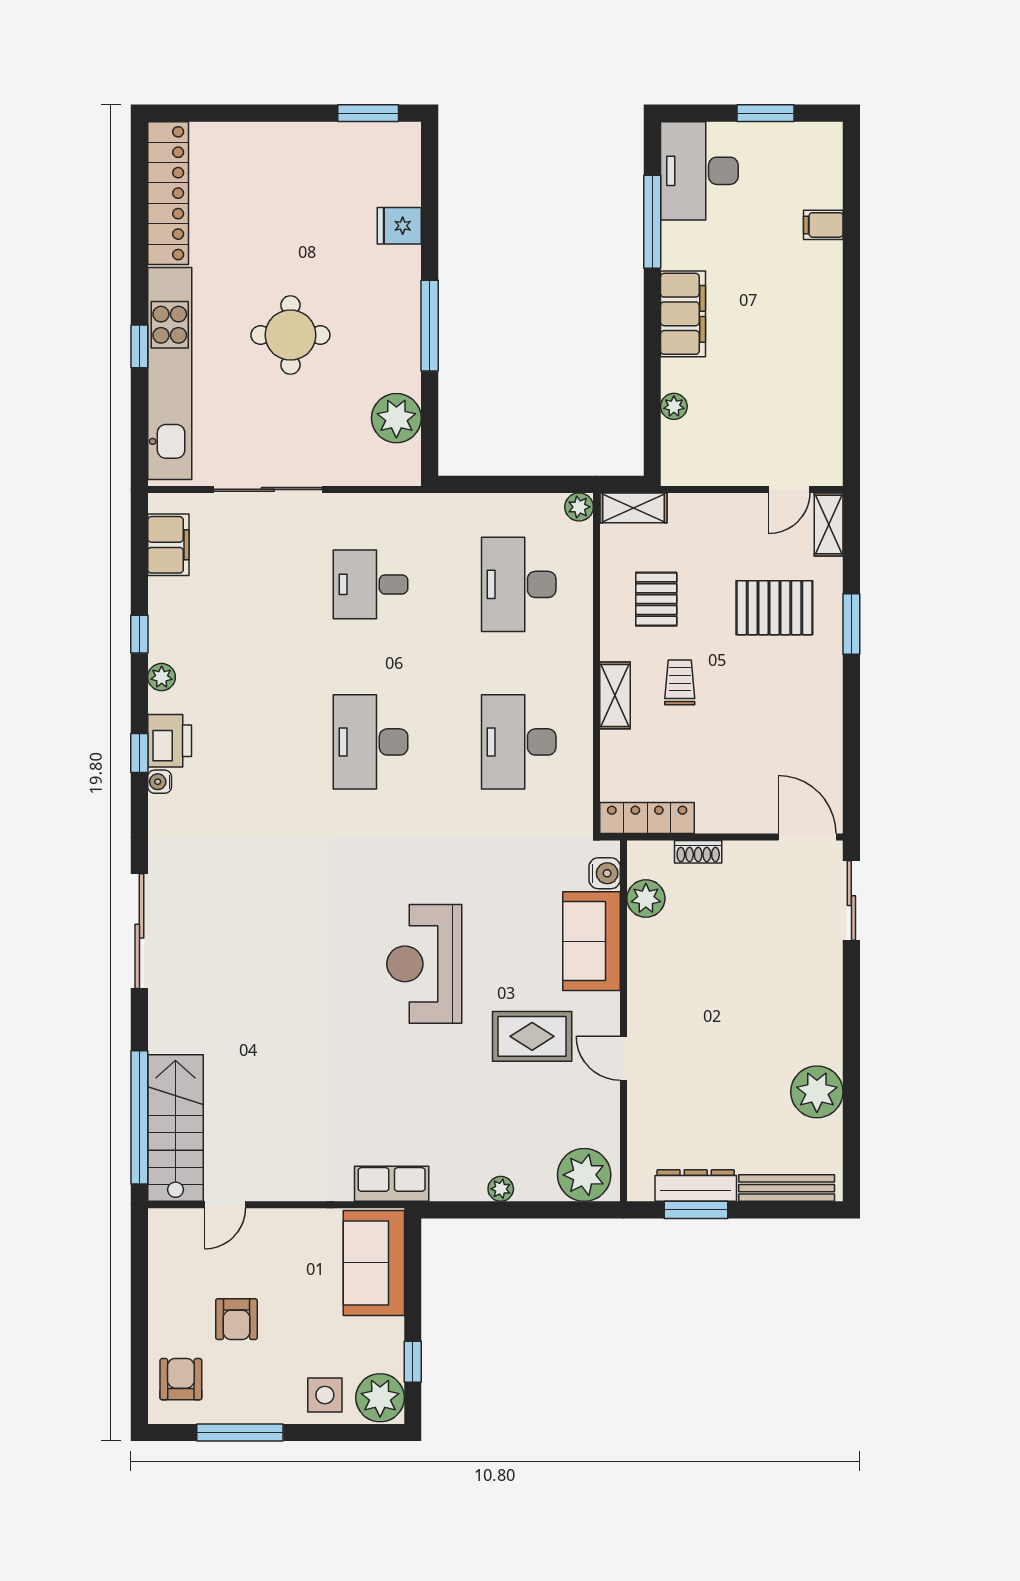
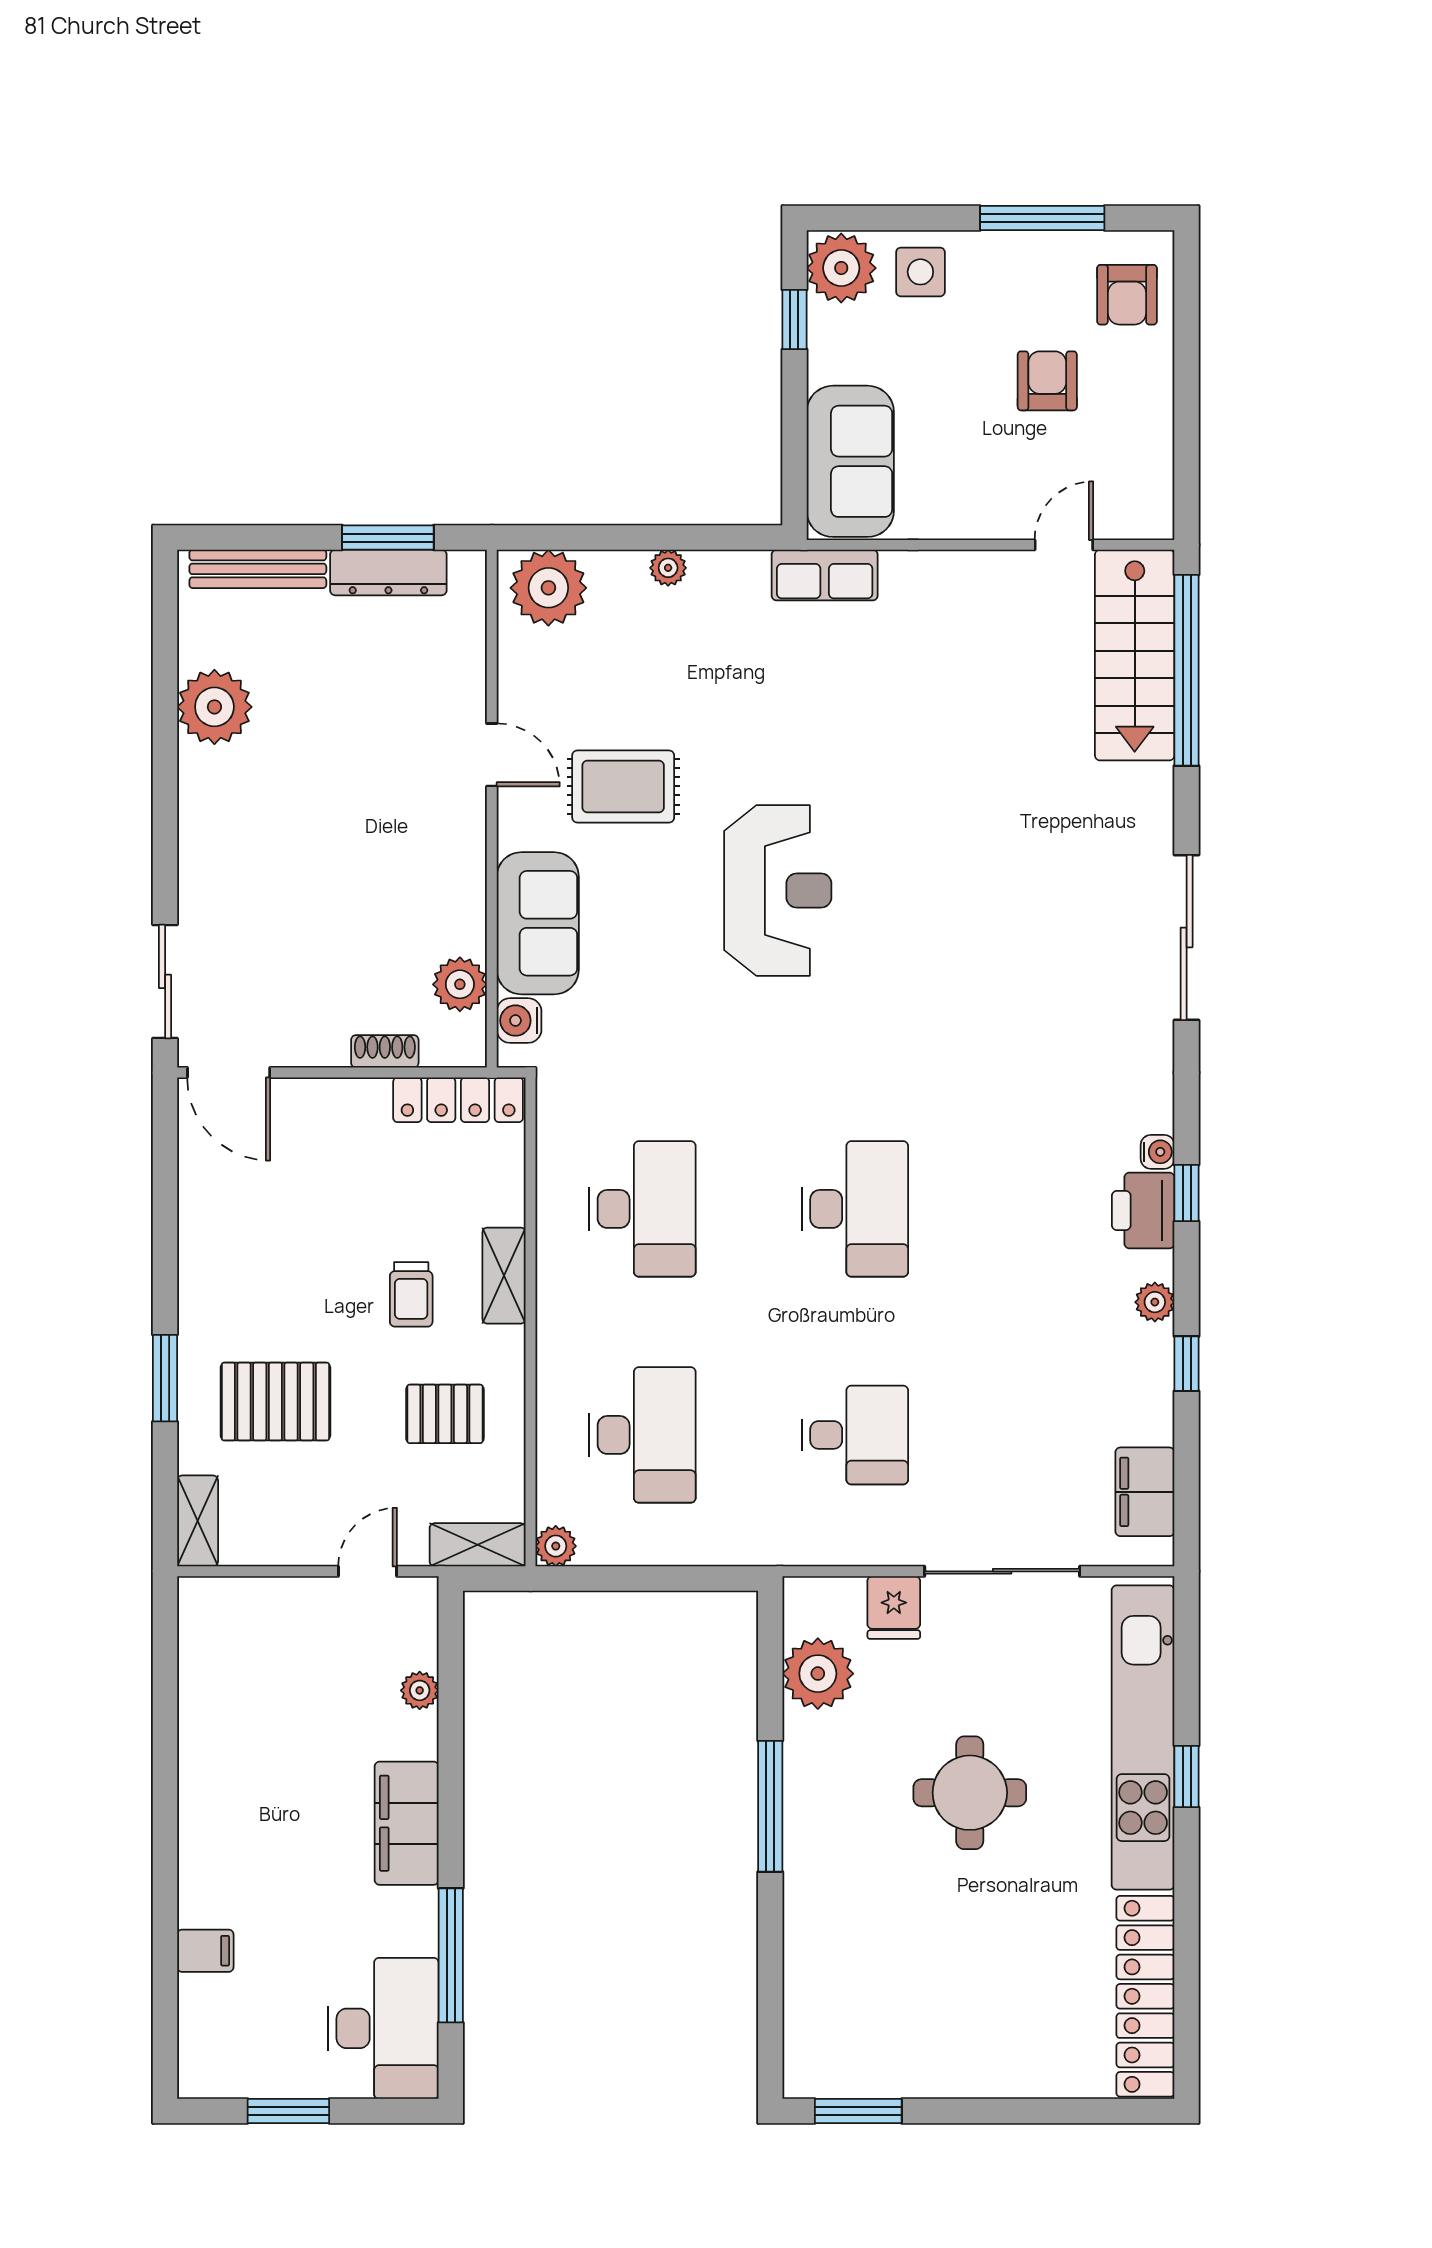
fridge: (399, 226) -> (894, 1608), moved, turned 90
door: (789, 489) -> (368, 1571), moved
pallet: (656, 599) -> (445, 1414), turned 90

